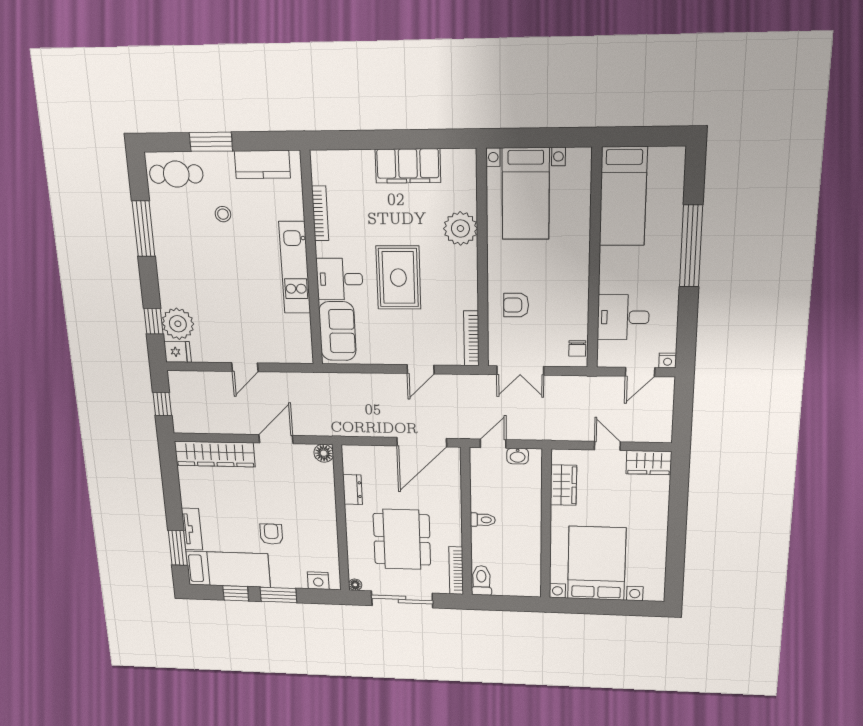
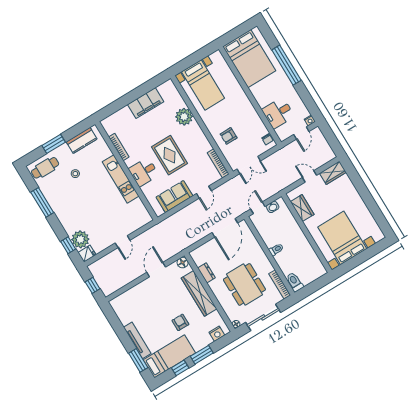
bed: (623, 196) -> (249, 59), width x1.50
sofa: (337, 331) -> (174, 197), moved, turned -90
wardrobe: (215, 454) -> (199, 293), moved, turned 90
tv unit: (192, 529) -> (137, 340), width x1.41

